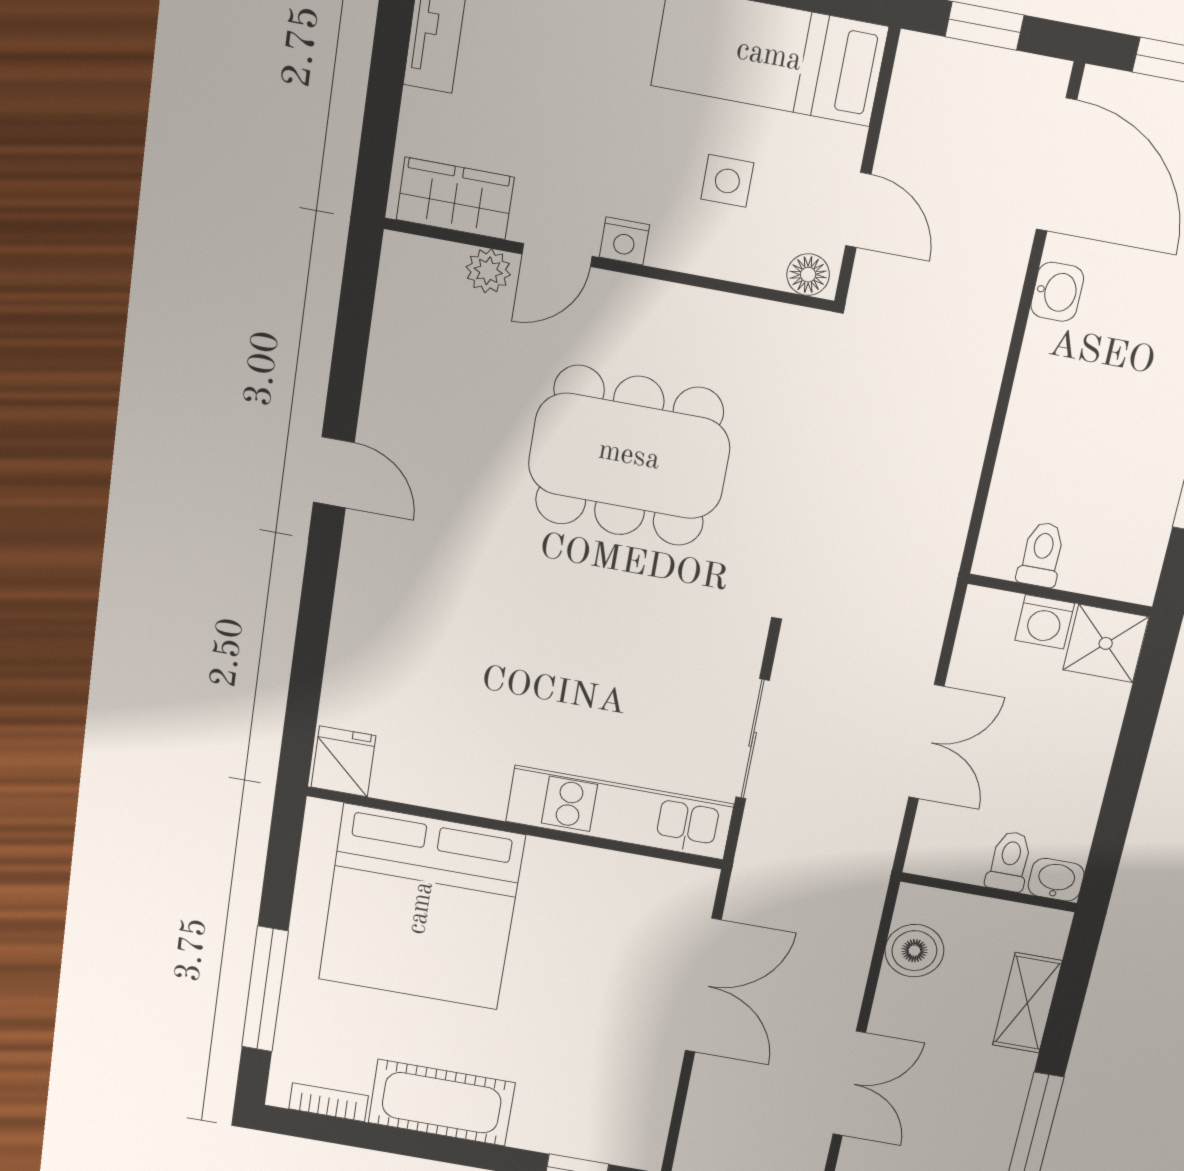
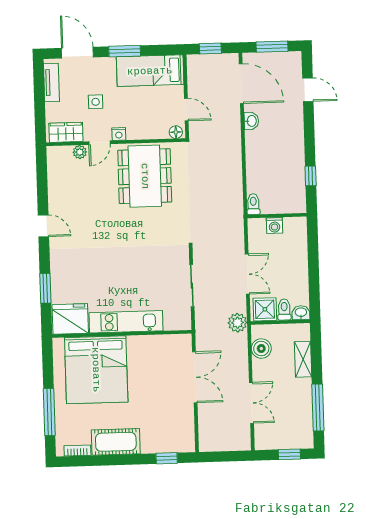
side table: (727, 181) -> (96, 102), moved
dining table: (629, 456) -> (145, 176), moved, turned 90
toilet: (1042, 555) -> (253, 204), moved
shower: (1106, 643) -> (265, 309), moved
window: (310, 655) -> (45, 288), added
fridge: (343, 761) -> (70, 319), width x1.88, depth x1.34
kitchen unit: (620, 813) -> (126, 322), moved
plant: (863, 868) -> (237, 323), added

